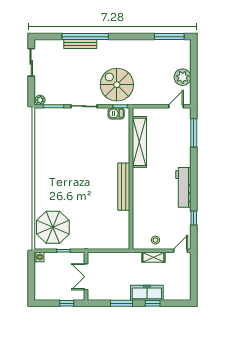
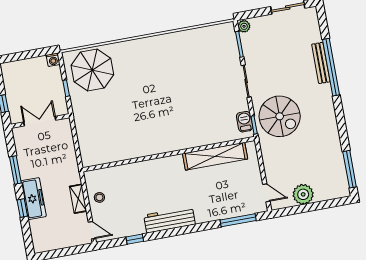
spiral stairs: (117, 85) -> (280, 116), turned 90
bench: (124, 187) -> (157, 147), removed

